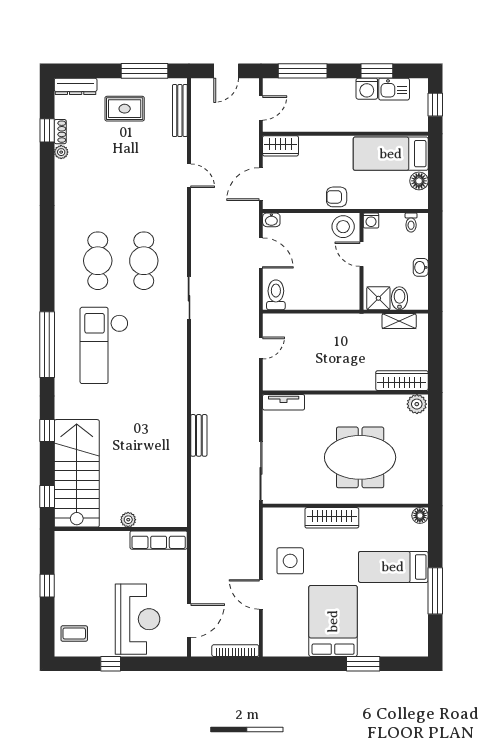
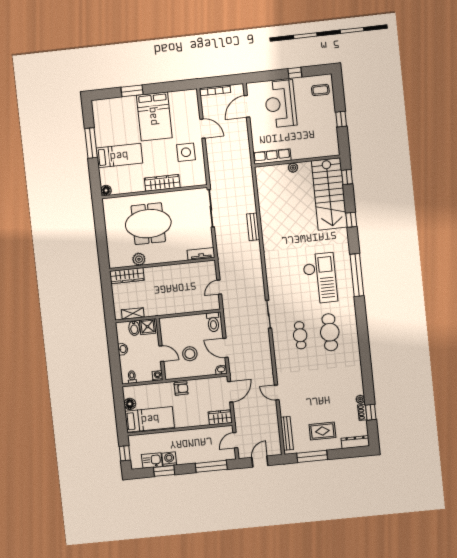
stool: (343, 227) -> (190, 354), moved
cafe table: (144, 261) -> (300, 335), width x0.73, depth x0.74
plant: (417, 404) -> (139, 259), moved

